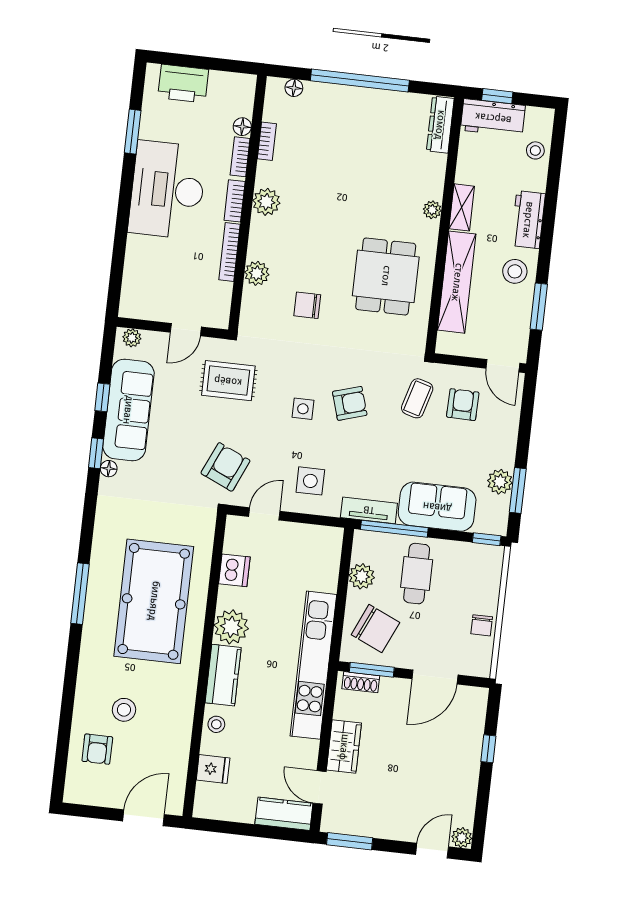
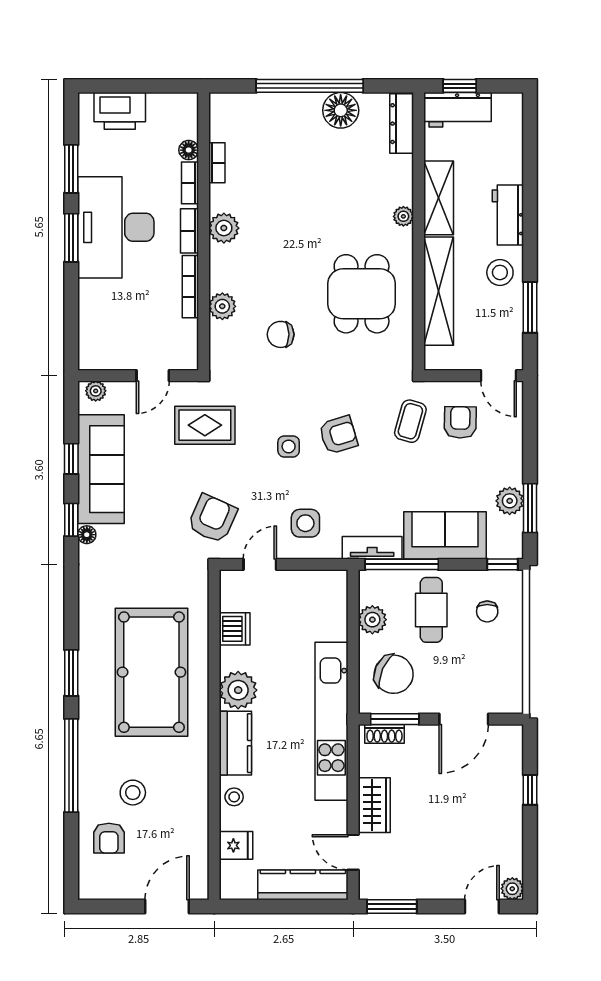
floor lamp: (294, 88) -> (341, 110), moved, width x1.89, depth x1.89
stool: (535, 150) -> (507, 140), removed
window: (125, 195) -> (71, 238), added
shelving: (462, 207) -> (439, 198), width x1.50, depth x1.33
window: (80, 594) -> (71, 673), width x0.69
chair: (482, 625) -> (487, 611), moved
window: (70, 679) -> (71, 766), added
kitchen counter: (284, 814) -> (303, 885), width x1.50

